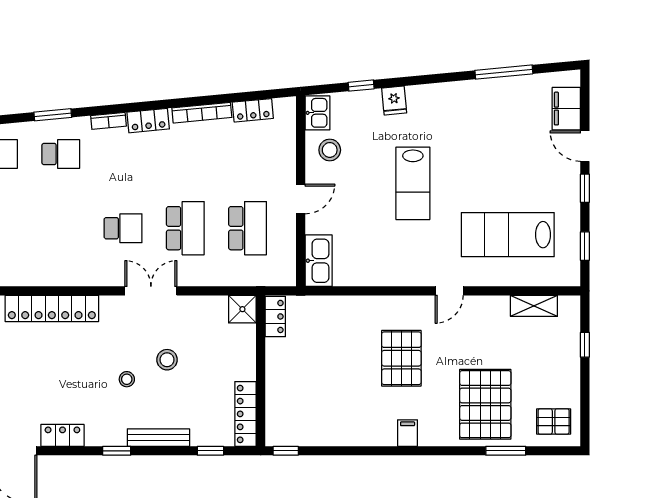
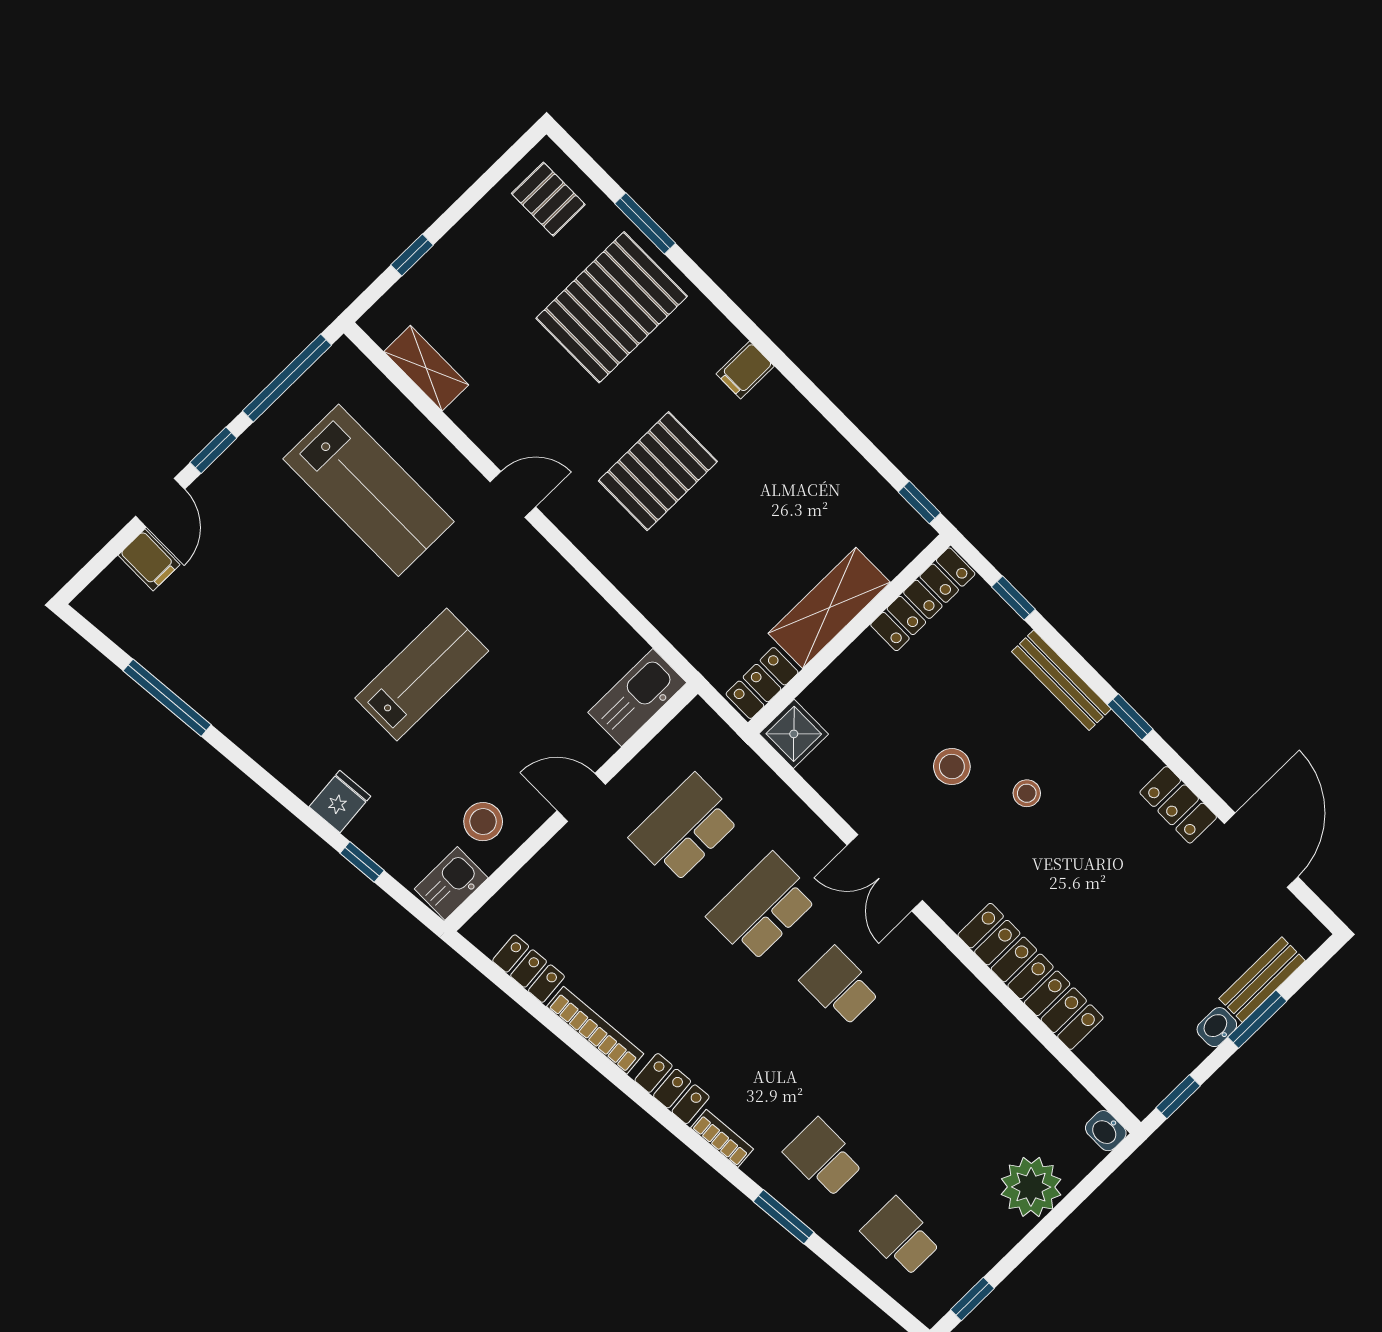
filing cabinet: (566, 109) -> (149, 560), width x0.50
window: (585, 246) -> (287, 378), width x2.17
shelving: (279, 373) -> (829, 608), added

